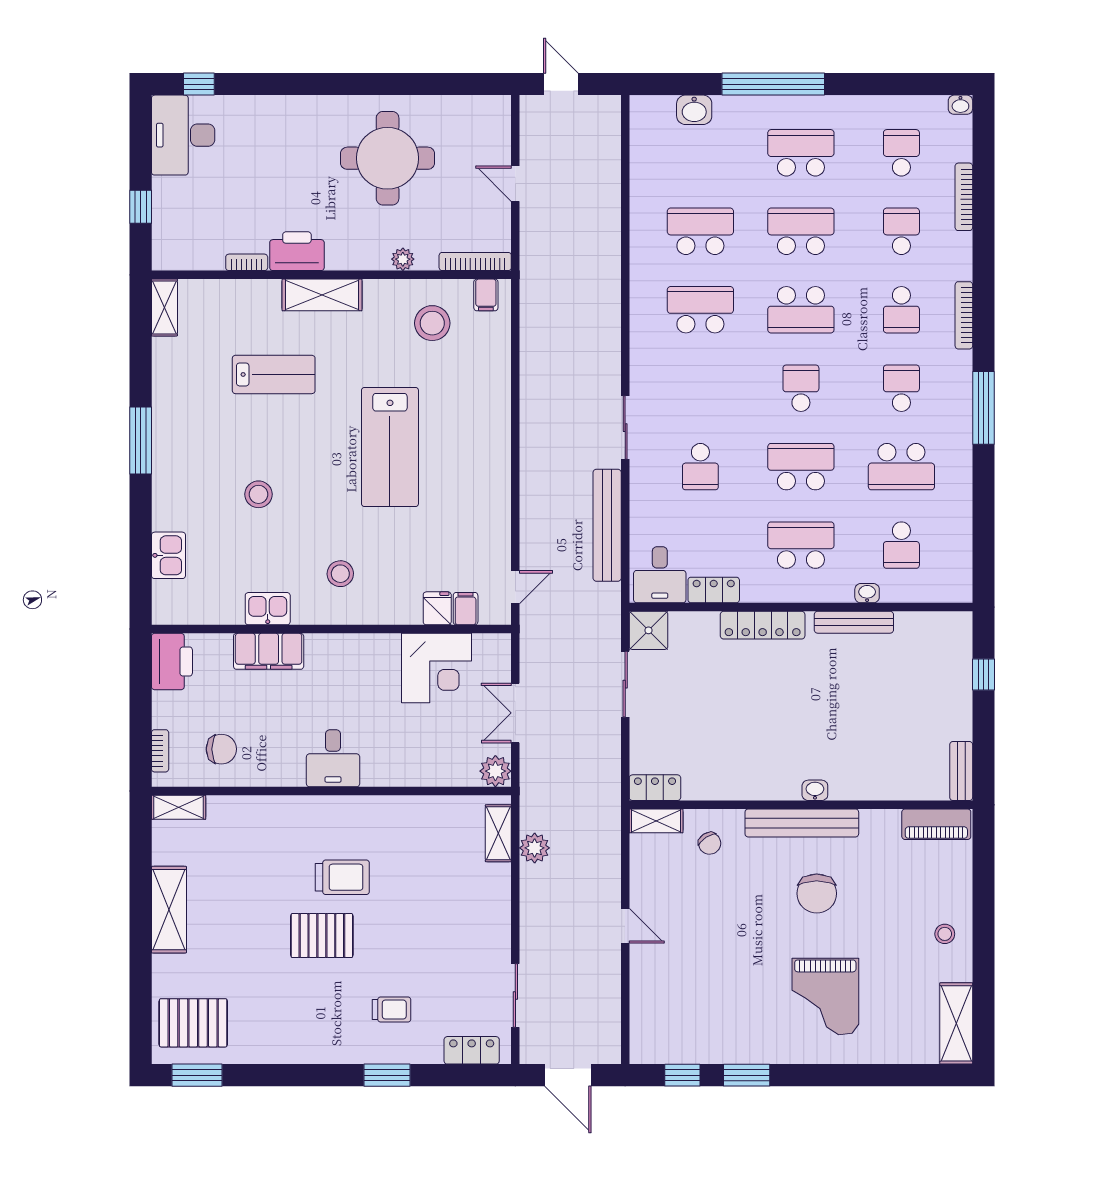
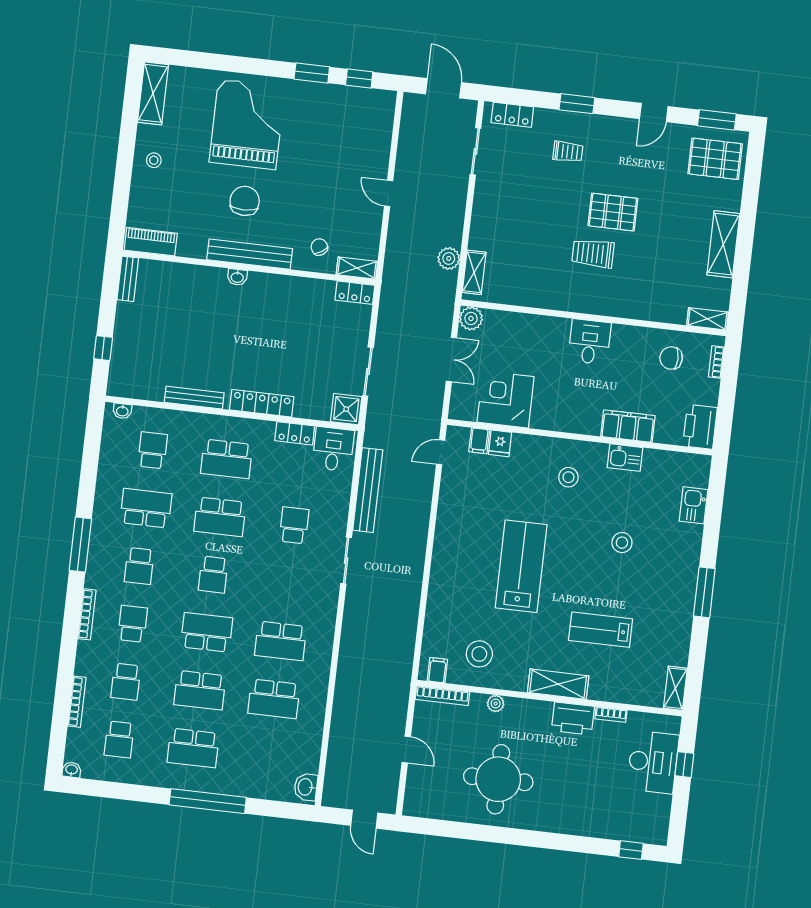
washbasin: (694, 110) -> (306, 787), moved, turned -90
desk: (183, 135) -> (653, 762), moved
washbasin: (867, 593) -> (122, 411), moved
grand piano: (825, 997) -> (247, 124), width x1.37, depth x1.48
trolley: (392, 1010) -> (568, 152), turned 180
door: (282, 1075) -> (654, 113), added

